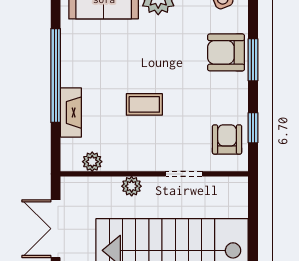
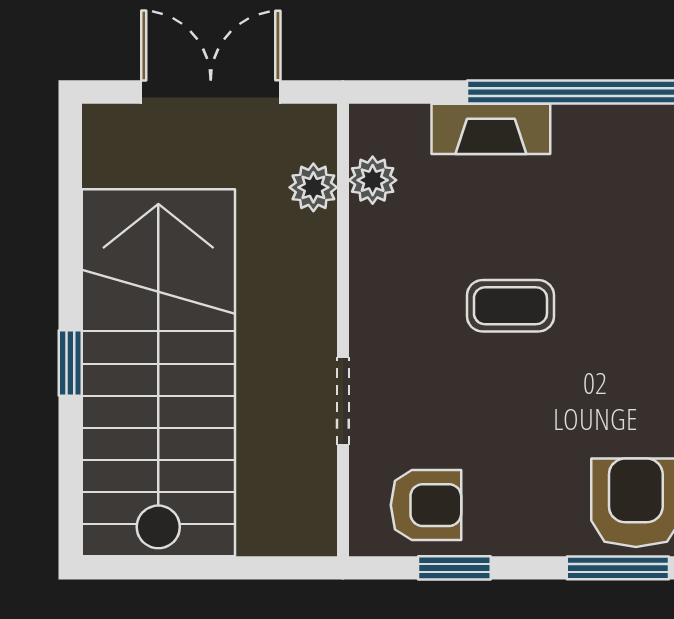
coffee table: (144, 104) -> (510, 306), turned 90
plant: (132, 186) -> (313, 187), moved

